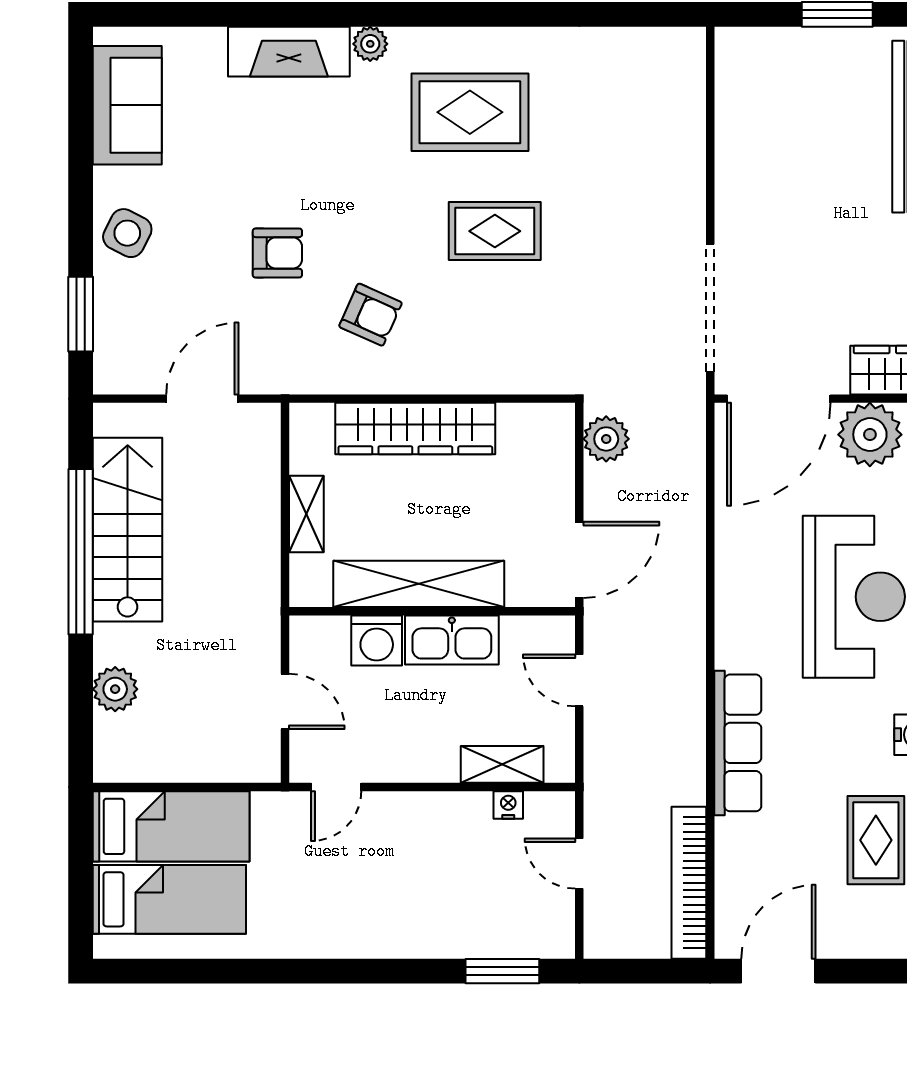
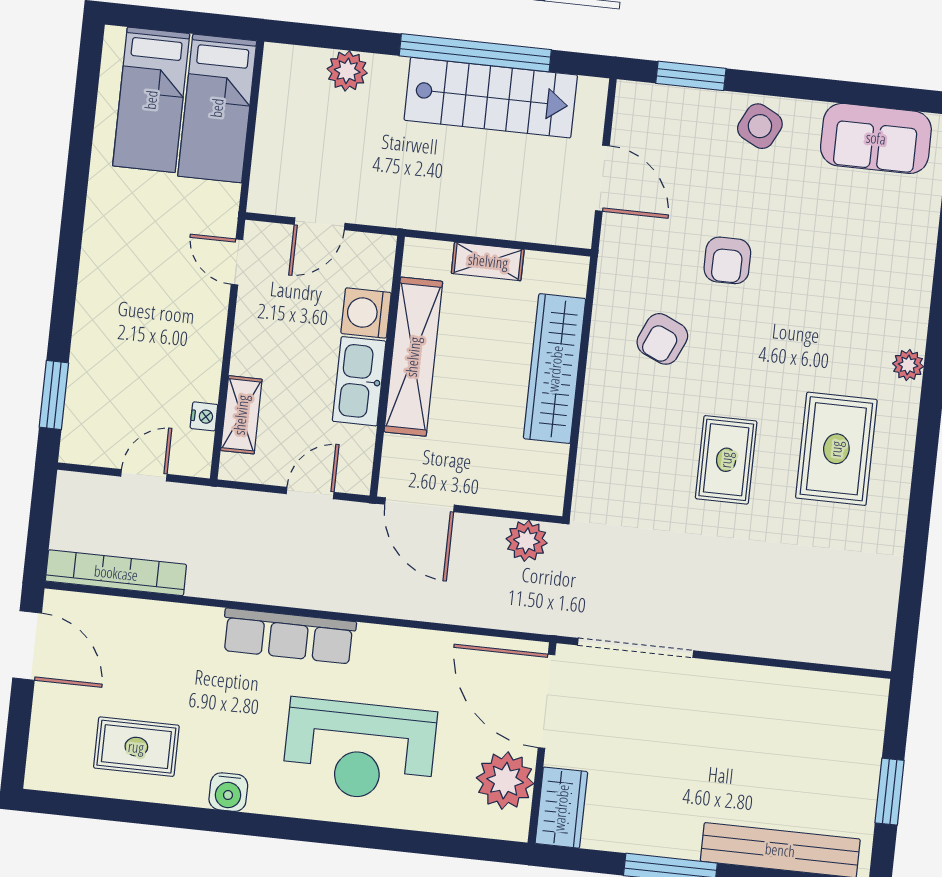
fireplace: (289, 52) -> (909, 290), removed
row of seats: (738, 743) -> (289, 636), moved

